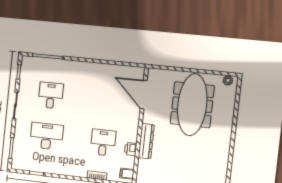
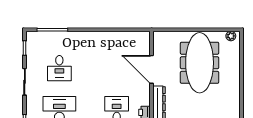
desk: (51, 95) -> (59, 68), turned 180
door: (144, 95) -> (152, 69), moved

